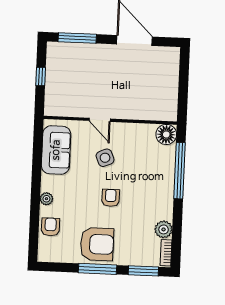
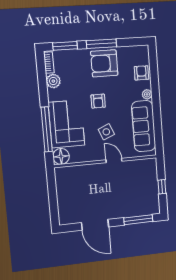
sofa: (56, 150) -> (144, 126), width x1.36
corner sofa: (154, 174) -> (67, 124), added
armchair: (50, 227) -> (141, 73), turned 180

